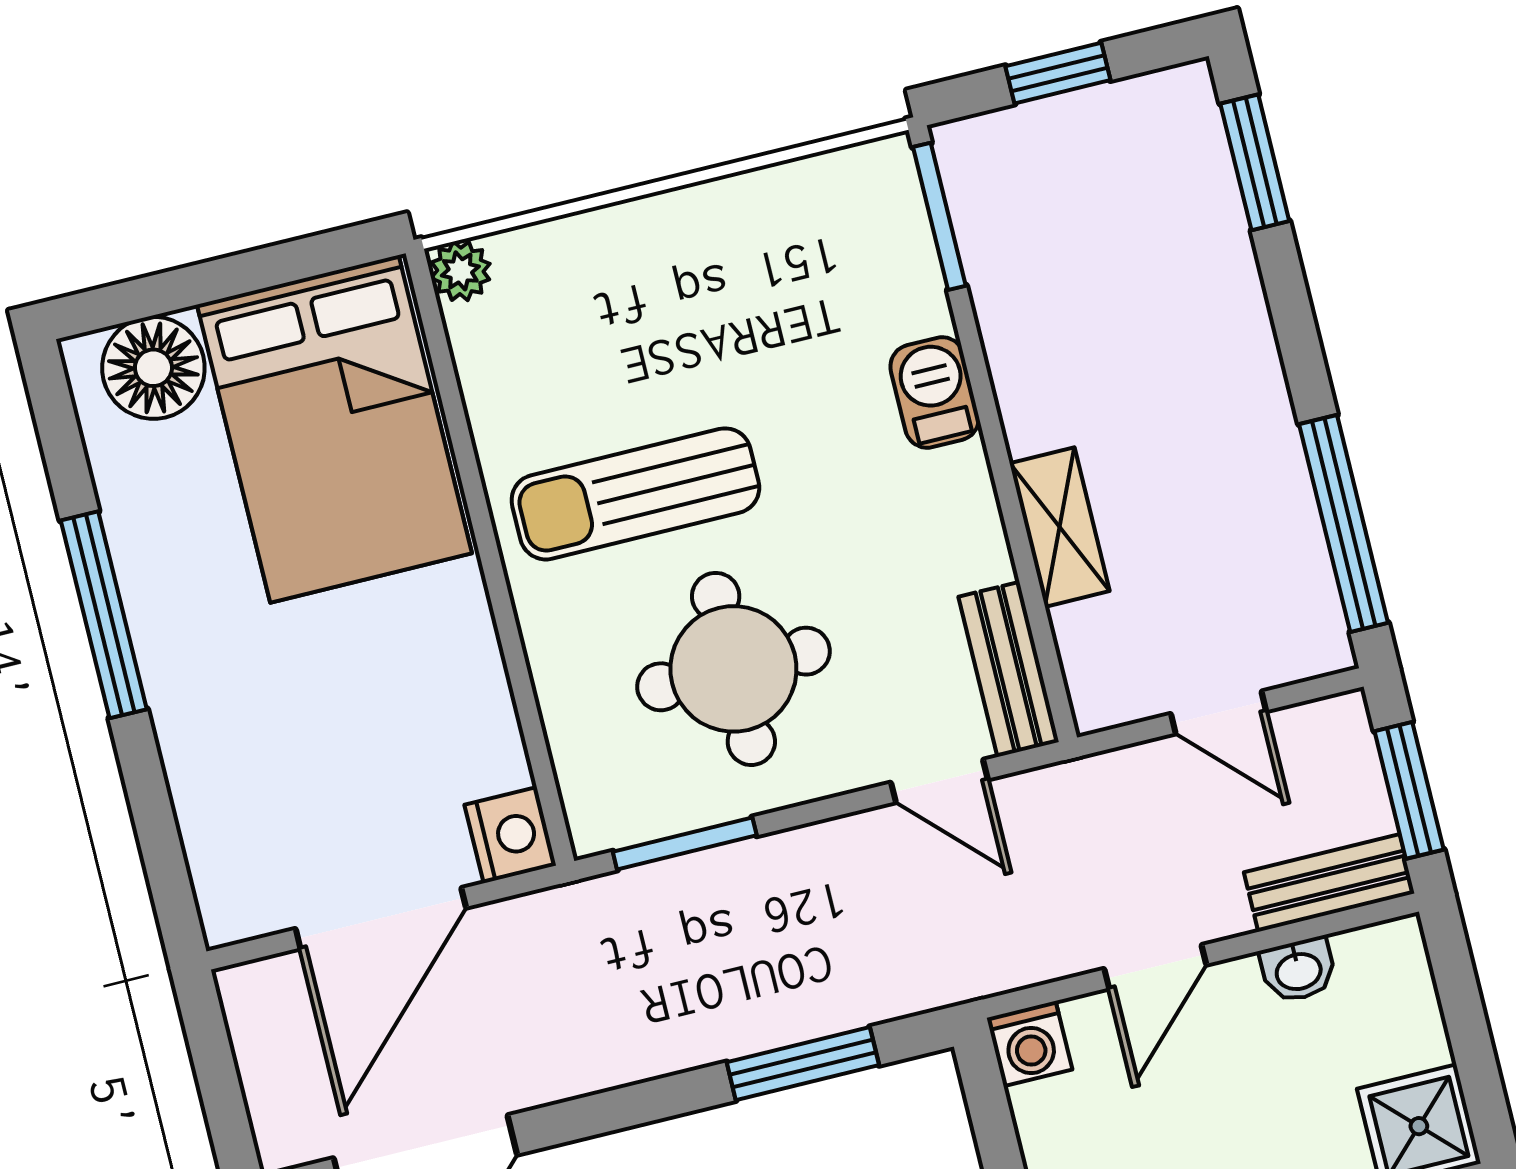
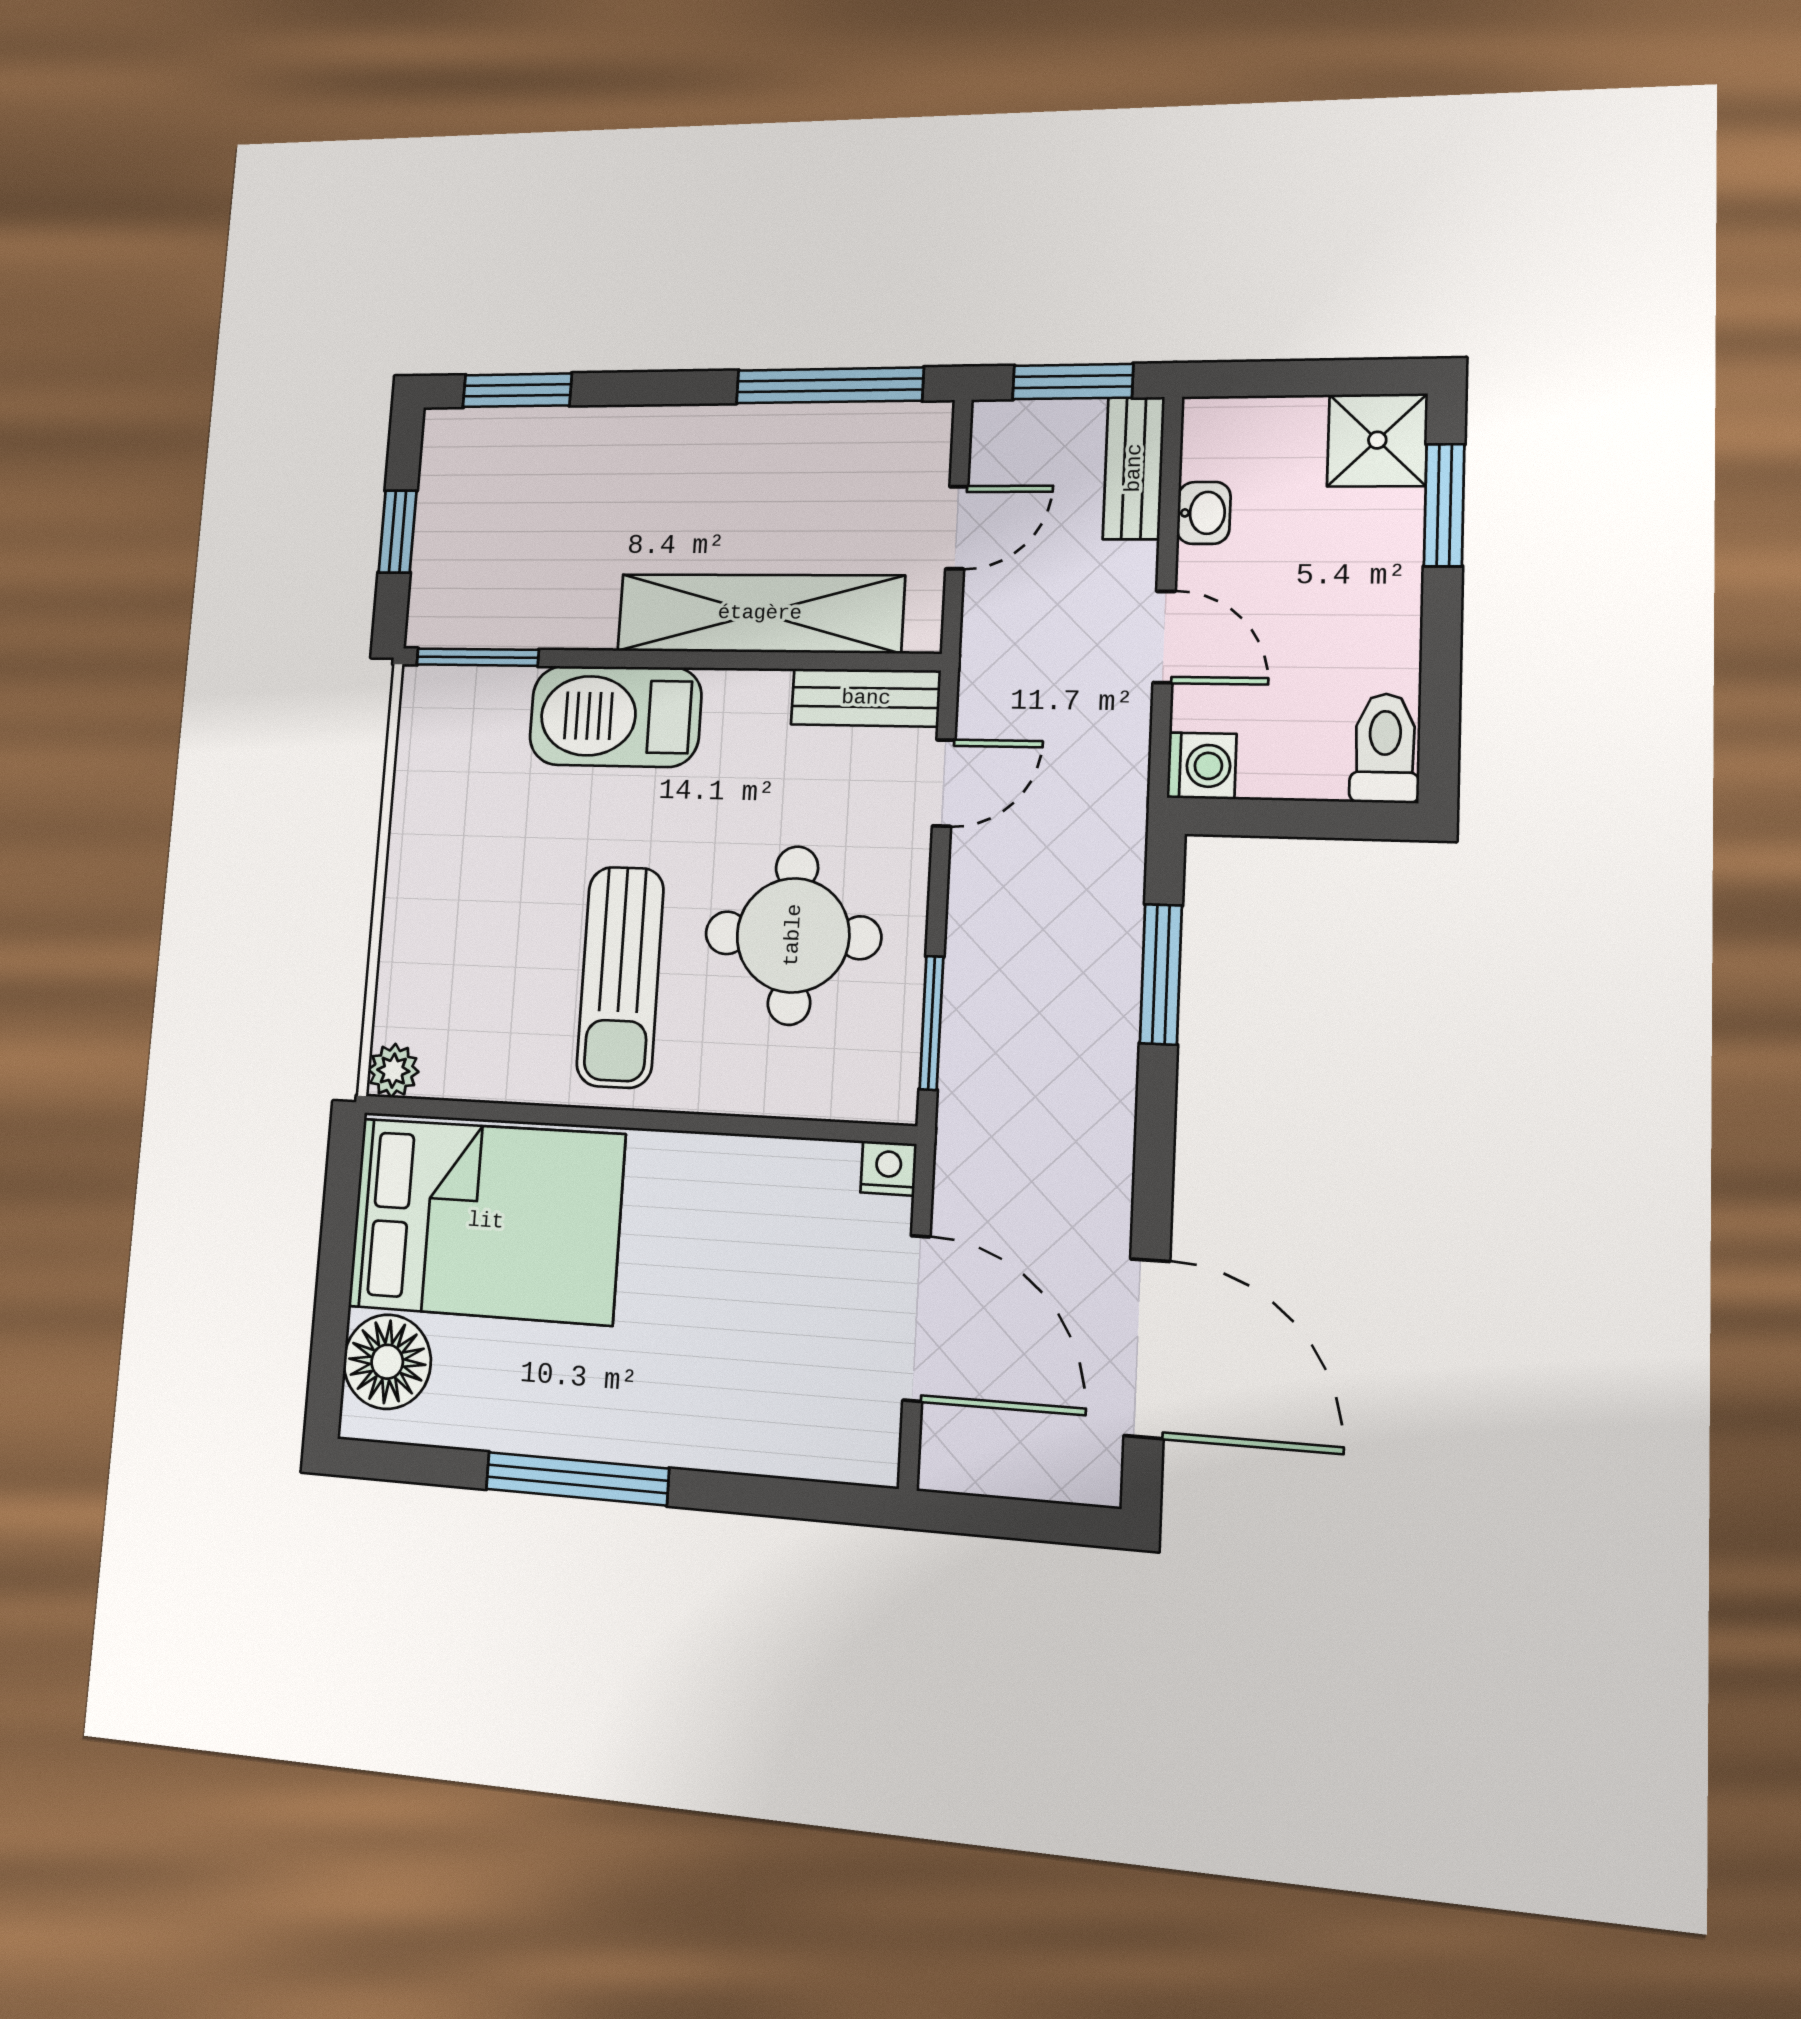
barbecue: (935, 393) -> (615, 716), width x1.88, depth x1.53
shelving: (1060, 527) -> (760, 613), width x2.20, depth x1.33
nightstand: (510, 835) -> (888, 1168), width x0.72, depth x0.74

